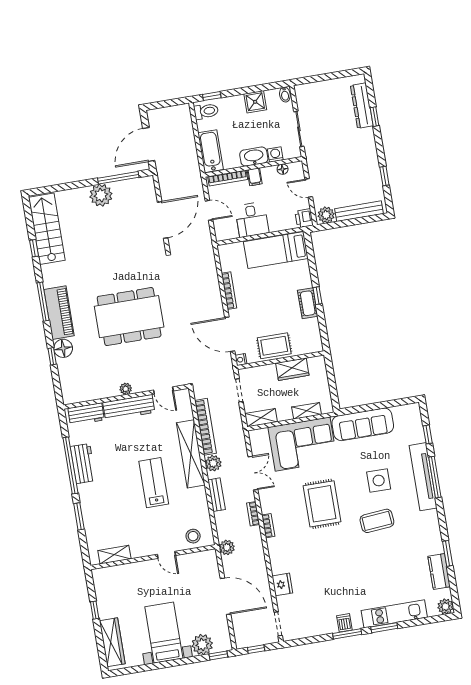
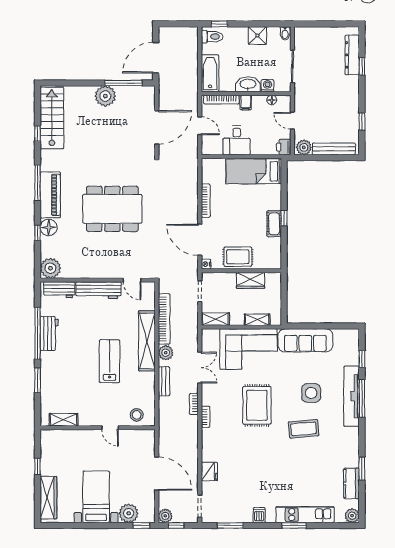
plant: (126, 389) -> (50, 268), moved, width x1.87, depth x1.87
plant: (227, 547) -> (165, 516), moved
window: (347, 634) -> (230, 525), moved

